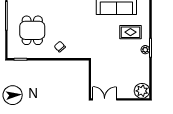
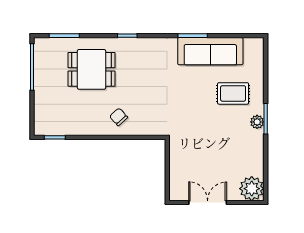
dining table: (32, 30) -> (91, 69), moved, turned 90
double door: (105, 99) -> (208, 202), moved

